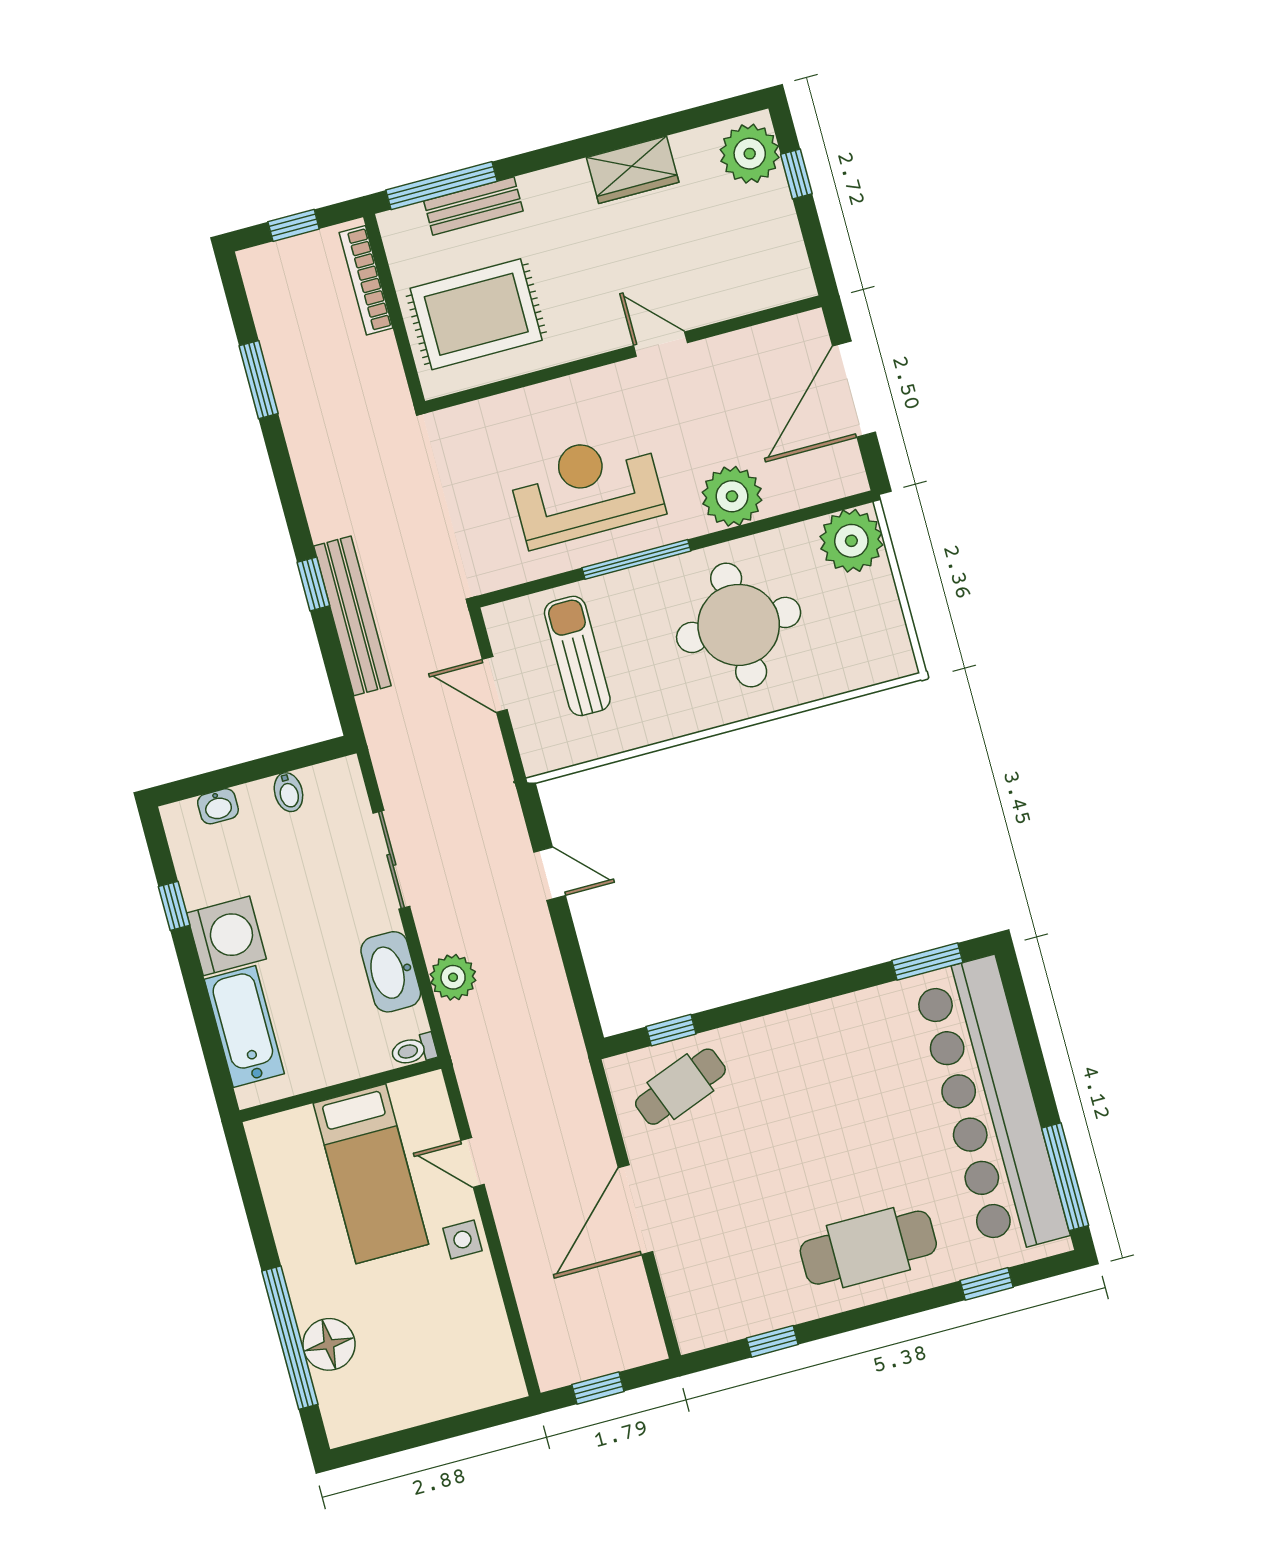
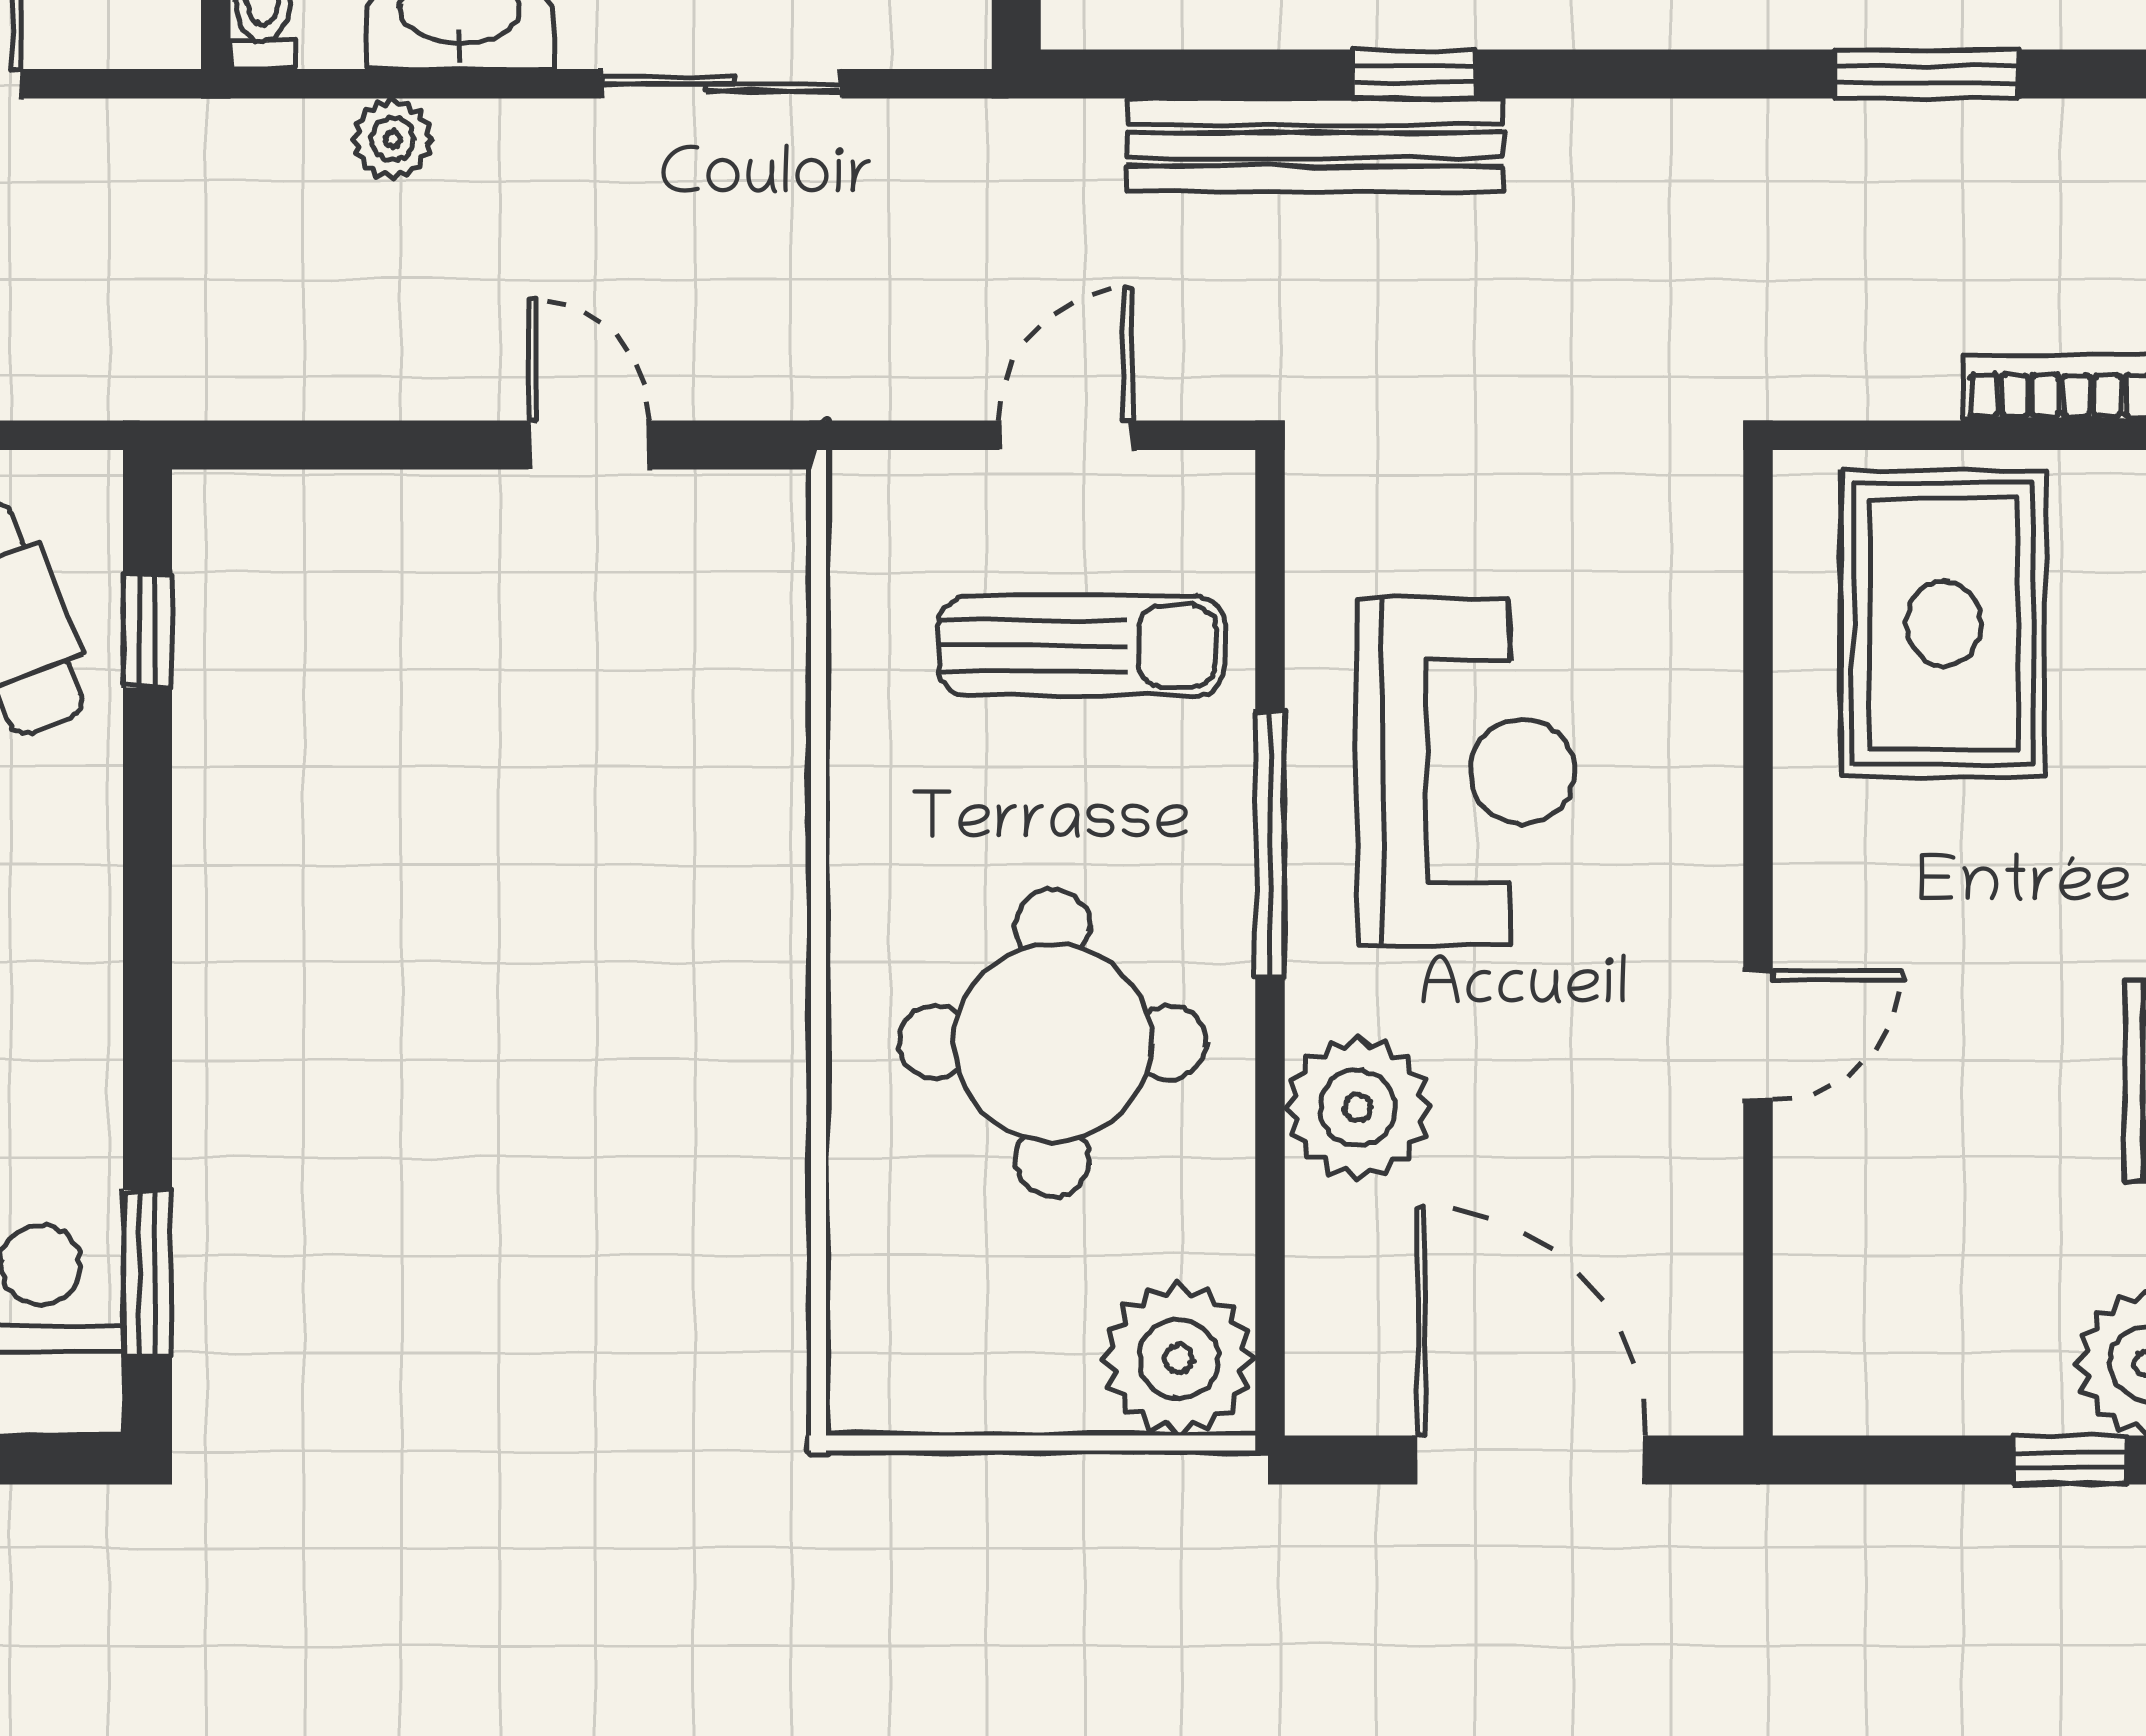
door: (550, 874) -> (589, 445), swing flipped
plant: (453, 977) -> (393, 139), width x0.73, depth x0.73

